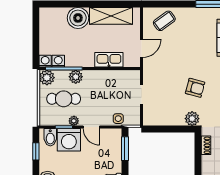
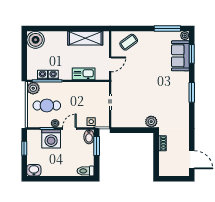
boiler: (78, 18) -> (36, 40), moved
washing machine: (45, 61) -> (53, 75), moved
plant: (76, 77) -> (57, 88), removed
armchair: (195, 88) -> (154, 97), removed
door: (91, 127) -> (69, 128), swing flipped
bidet: (50, 137) -> (89, 137), moved

